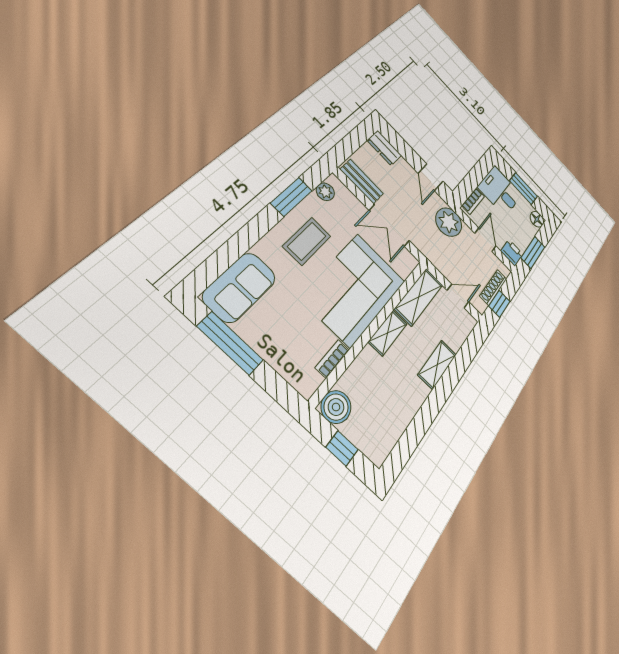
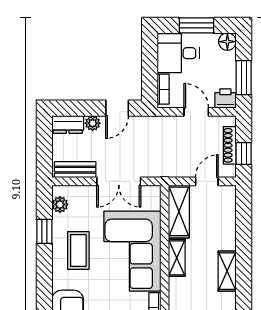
door: (431, 177) -> (117, 108), hinge flipped
window: (292, 197) -> (44, 231), width x0.67
plant: (449, 222) -> (93, 123), moved, width x0.53, depth x0.53
shelving: (437, 365) -> (227, 271), moved

